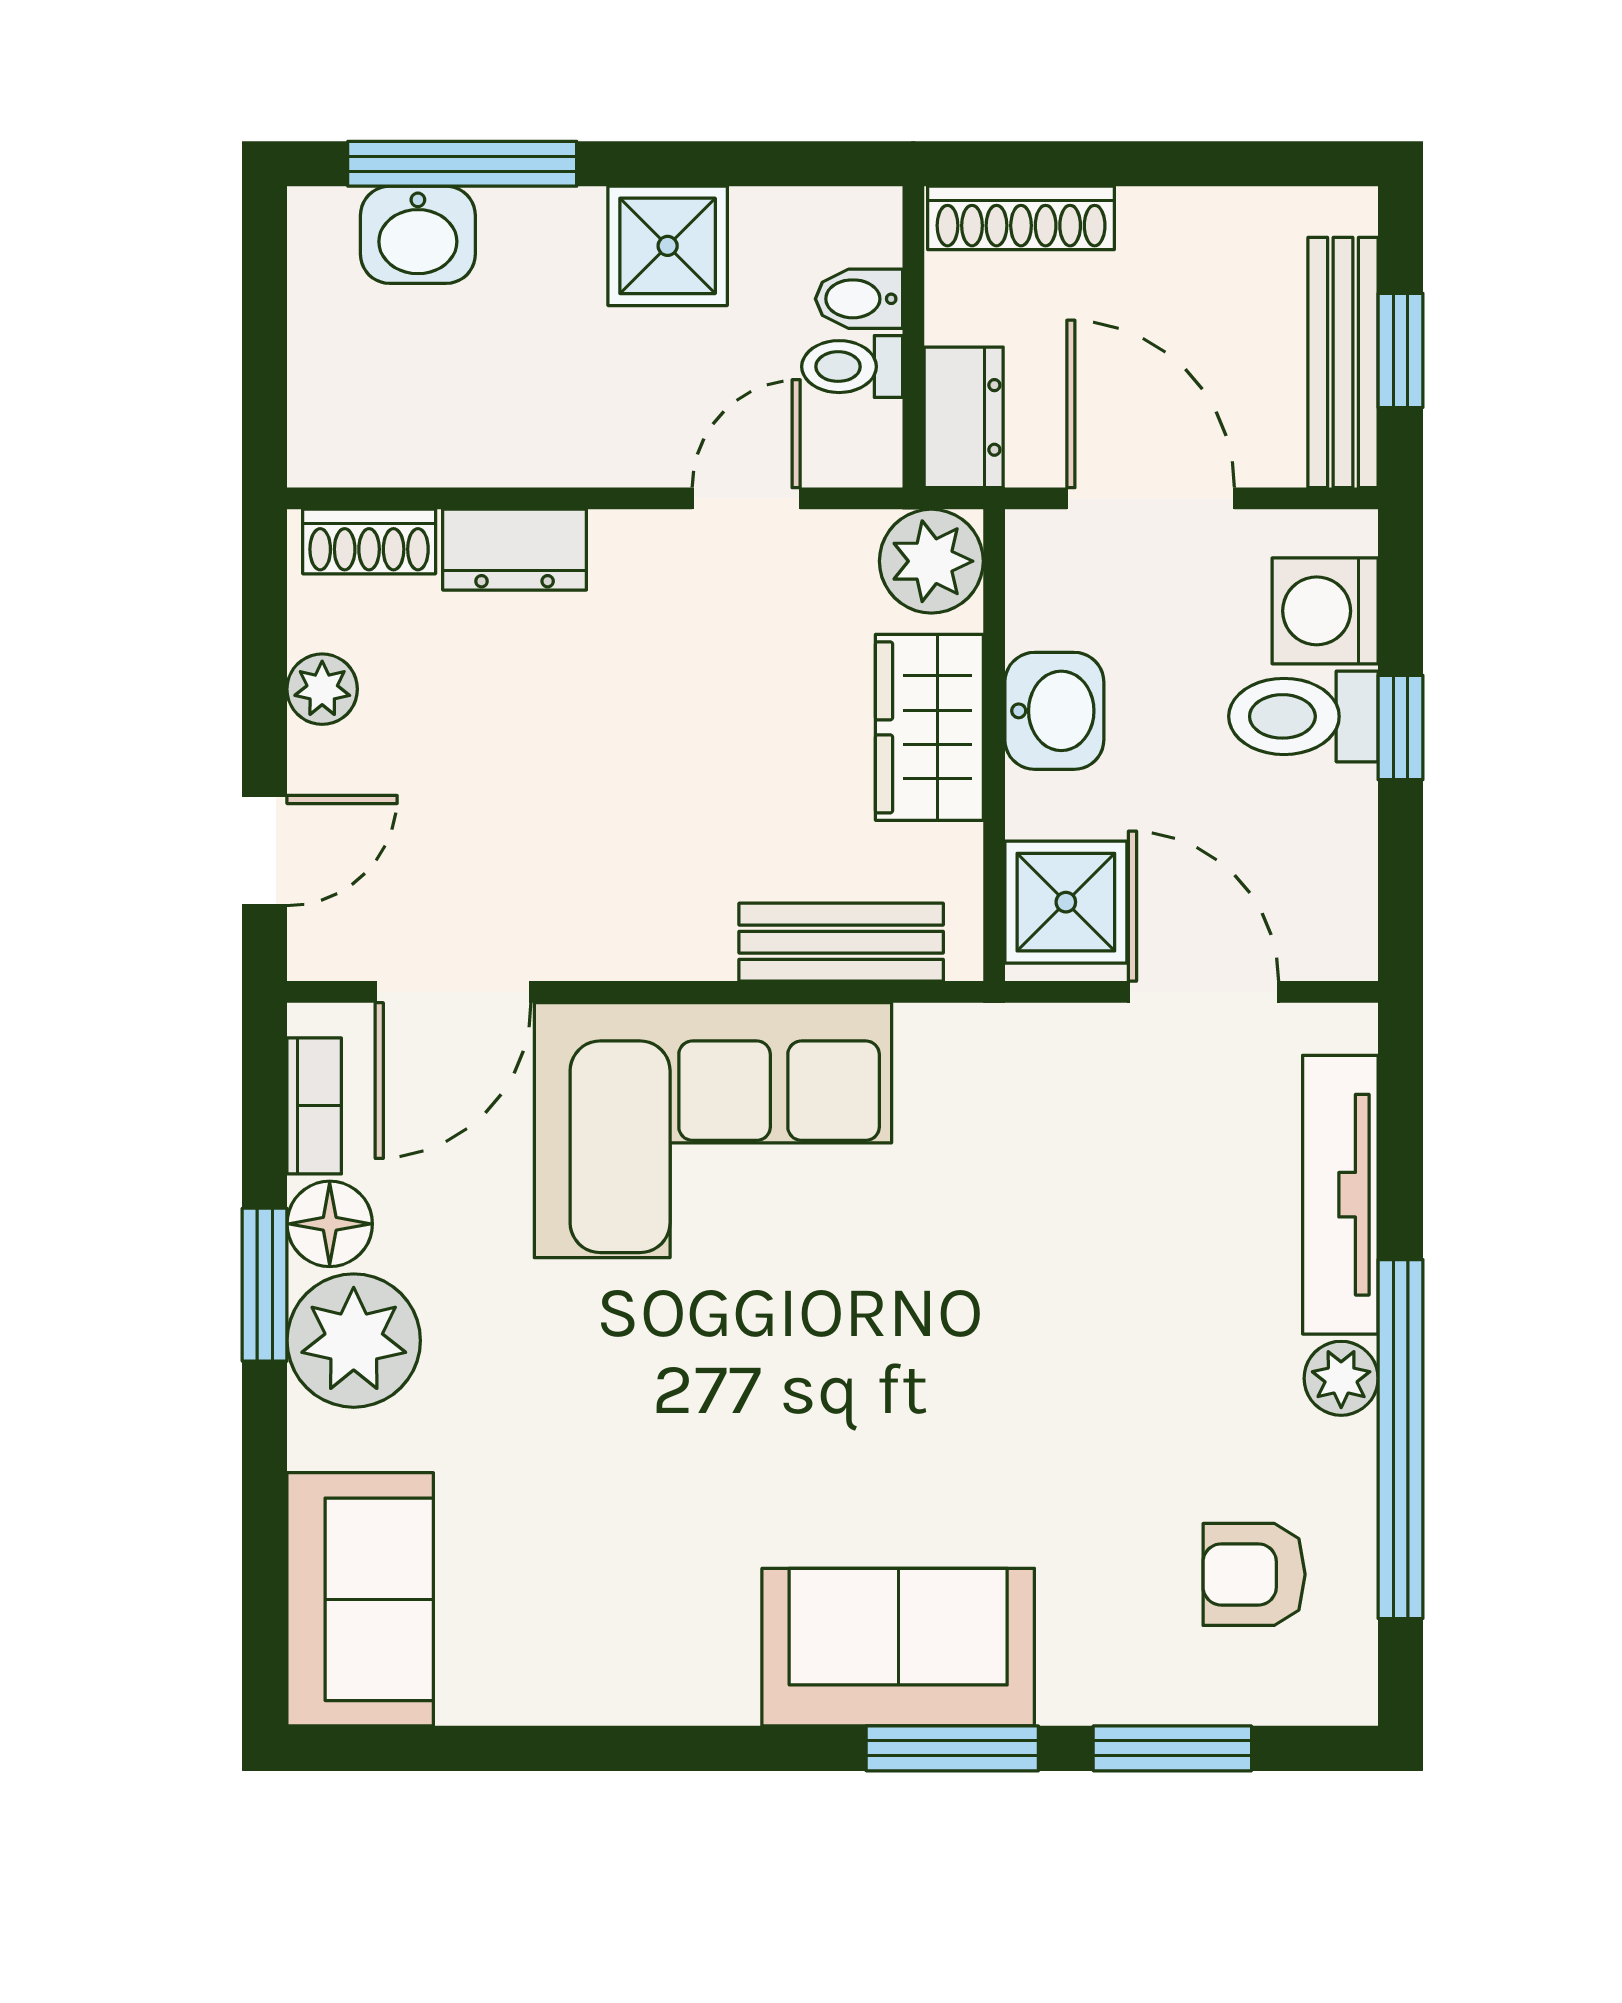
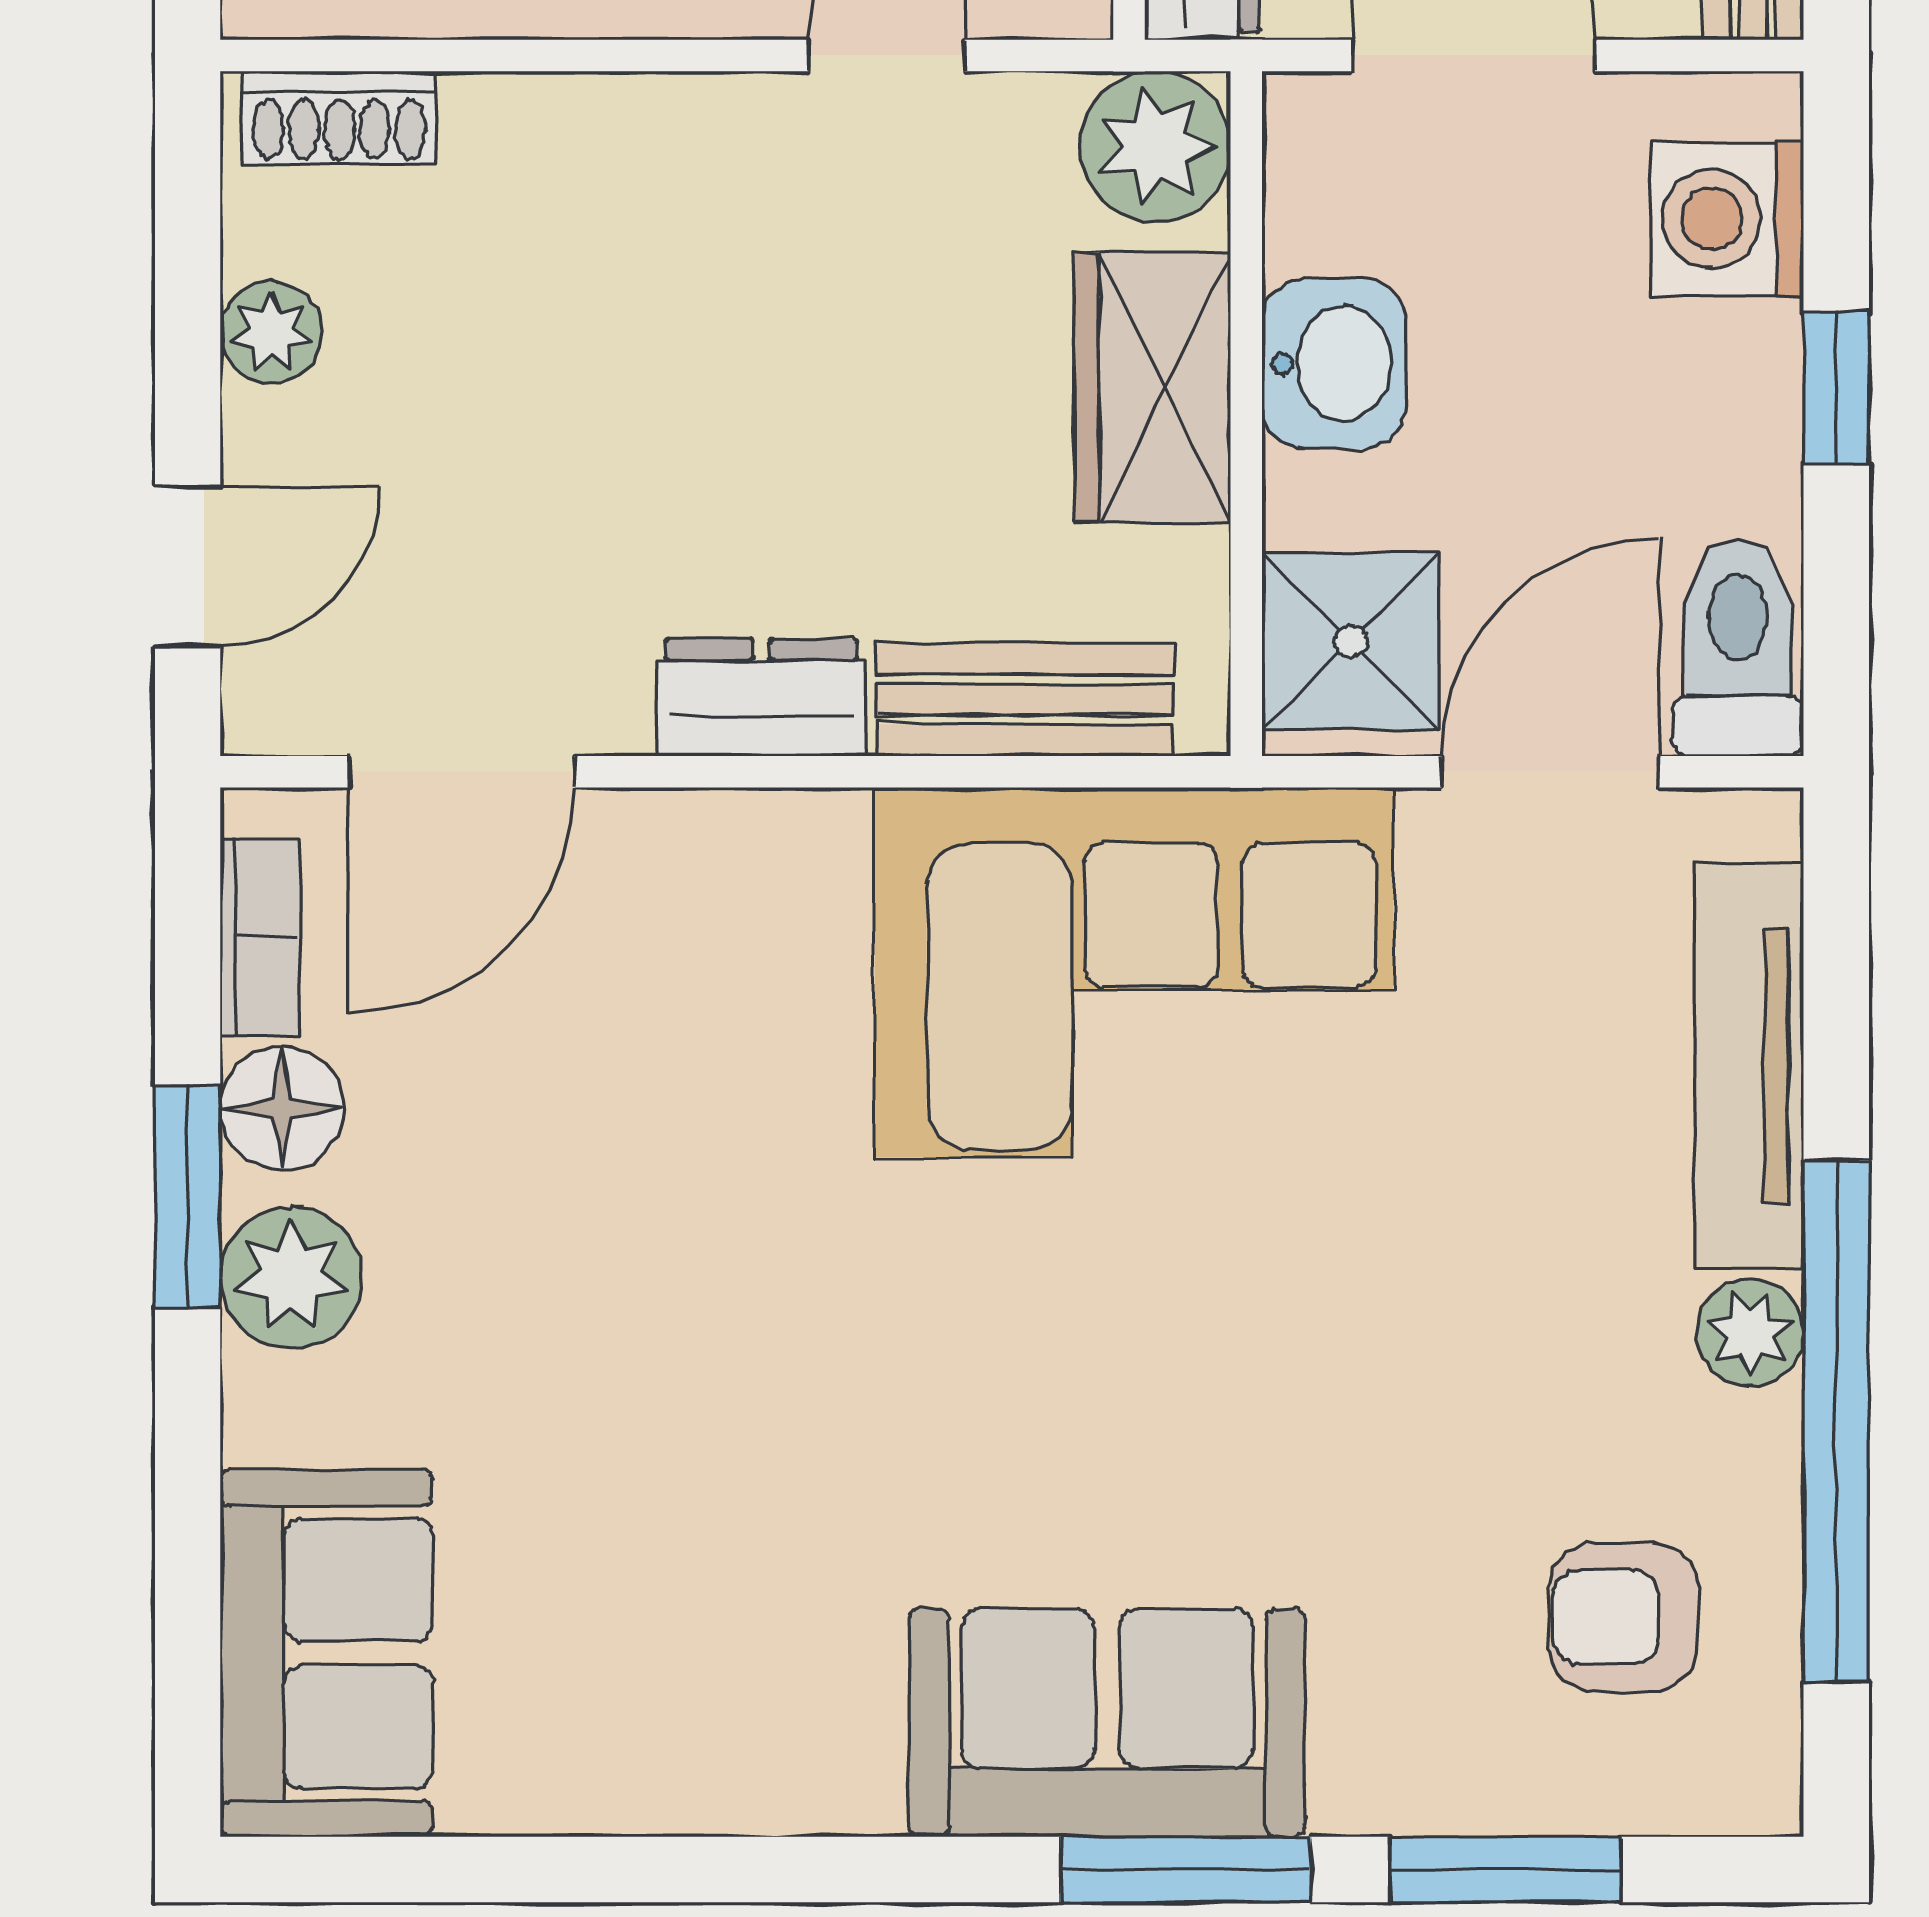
dresser: (515, 550) -> (761, 697), moved, turned 180
toilet: (1303, 716) -> (1738, 648), moved, turned 90
door: (1204, 992) -> (1550, 772), hinge flipped
corner sofa: (713, 1130) -> (1134, 972), moved
plant: (354, 1341) -> (291, 1278), width x0.73, depth x0.73

